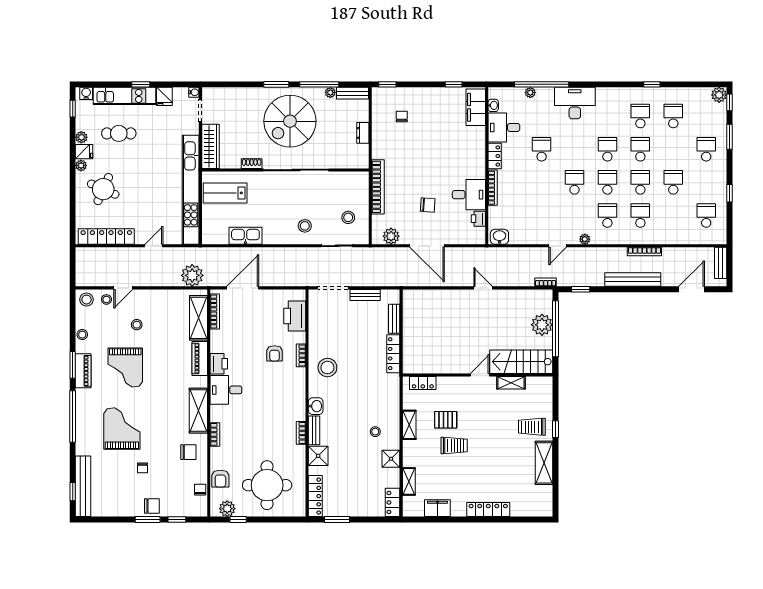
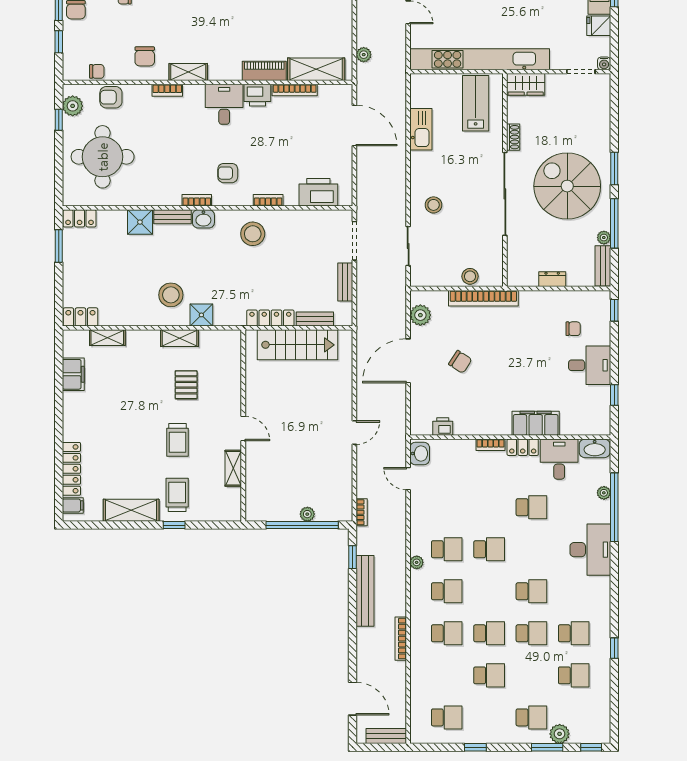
plant: (719, 95) -> (560, 734), moved
washbasin: (493, 105) -> (595, 448), width x1.91, depth x1.45
filing cabinet: (476, 107) -> (536, 423), moved
wardrobe: (210, 146) -> (526, 84), width x0.67
school desk: (607, 182) -> (447, 549), moved
bookcase: (493, 188) -> (490, 445), width x0.64
desk: (469, 195) -> (590, 365), moved, turned -90
chair: (428, 205) -> (460, 362), turned -61
stool: (348, 217) -> (470, 276), moved
door: (558, 246) -> (408, 479), moved
plant: (192, 275) -> (364, 55), width x0.53, depth x0.53
bench: (633, 280) -> (365, 591), moved
bookcase: (215, 312) -> (295, 90), moved
plant: (542, 325) -> (307, 514), width x0.53, depth x0.53
armchair: (275, 353) -> (228, 173), moved
stairs: (521, 362) -> (297, 345), moved, turned 90
locker: (423, 383) -> (233, 356), removed
shelving: (198, 411) -> (188, 72), width x0.67, depth x0.75
stool: (375, 432) -> (171, 295), width x1.89, depth x1.89
bookcase: (301, 433) -> (197, 200), moved
trolley: (454, 445) -> (177, 440), moved
shower: (391, 459) -> (201, 315), moved
locker: (315, 496) -> (80, 218), width x0.66
filing cabinet: (540, 508) -> (73, 505), added
locker: (488, 510) -> (71, 469), moved

